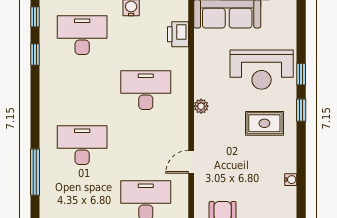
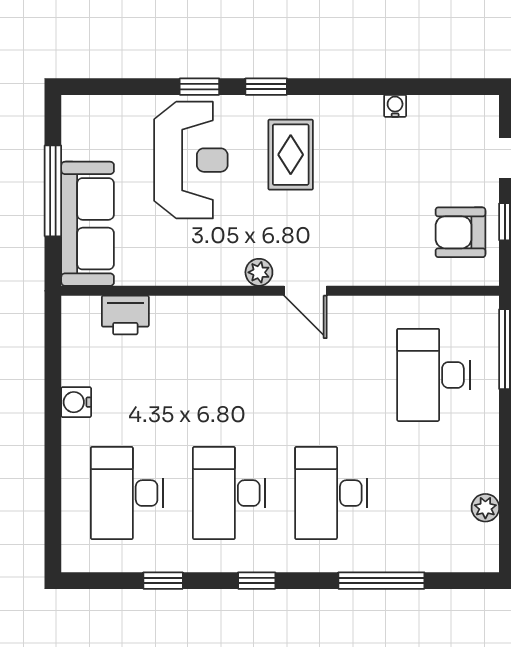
window: (35, 17) -> (257, 581), moved
desk: (146, 90) -> (229, 493), moved
door: (191, 162) -> (305, 291), moved

